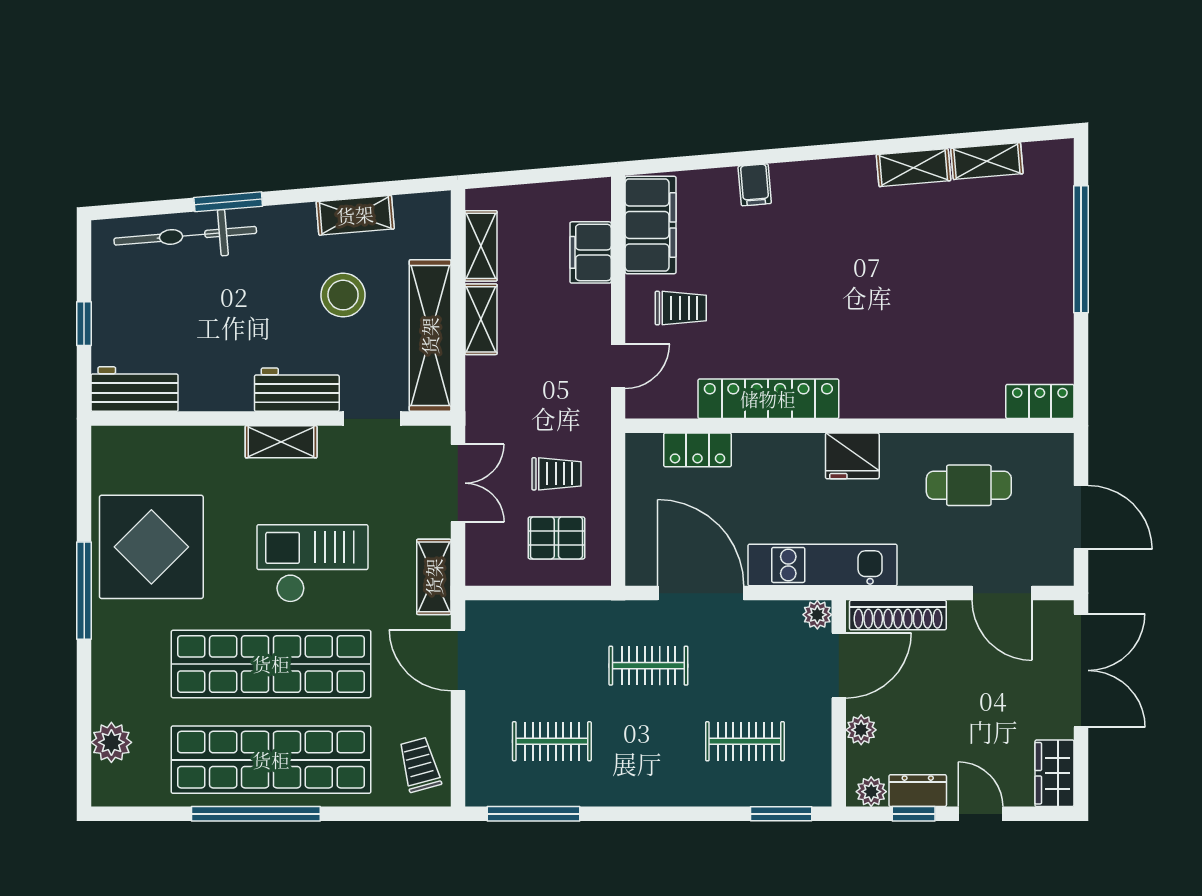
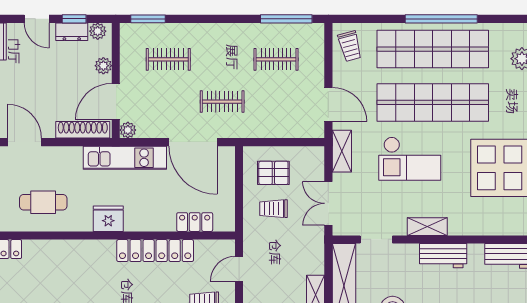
workbench: (297, 390) -> (443, 256), moved

